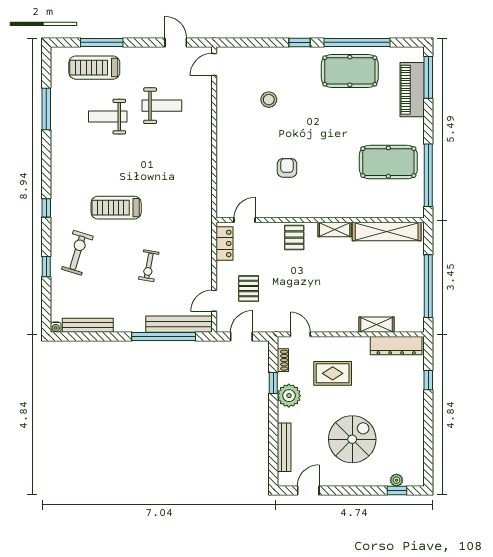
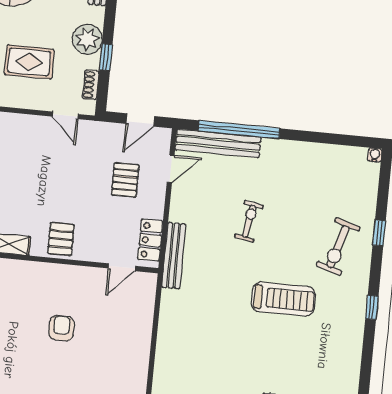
armchair: (287, 168) -> (62, 328), turned 180
bench: (88, 325) -> (174, 256), moved, turned 90

